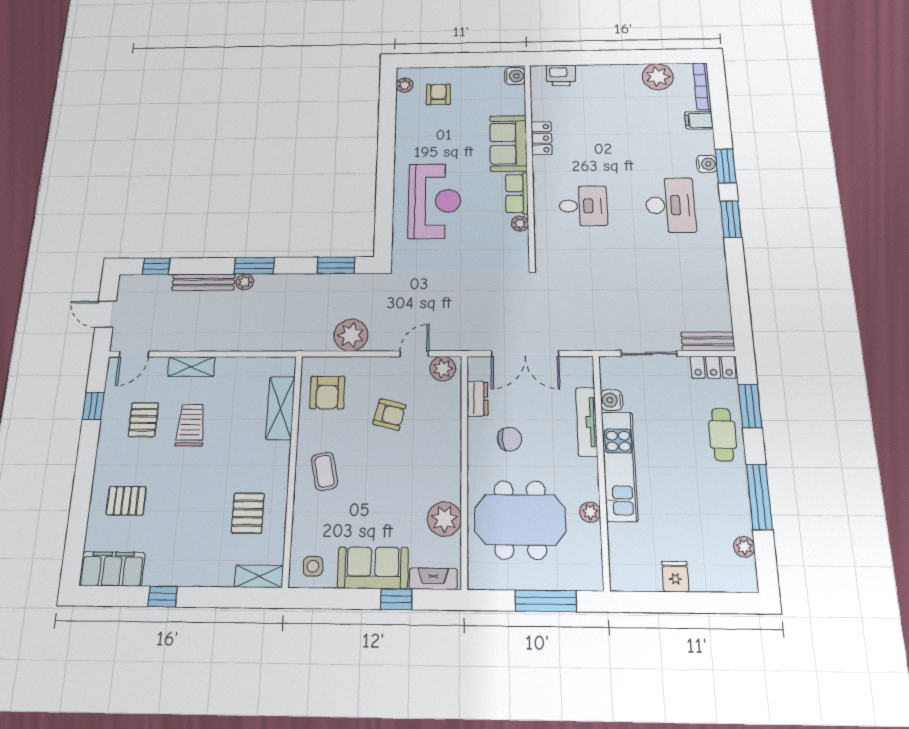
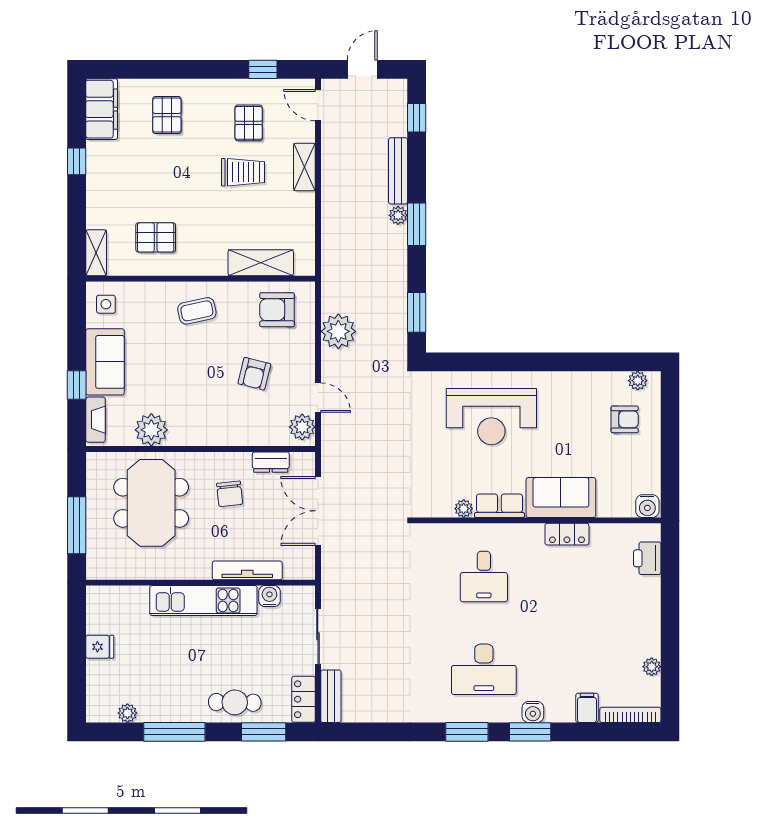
plant: (658, 77) -> (652, 667), width x0.53, depth x0.53
pallet: (143, 420) -> (249, 123), turned 90
plant: (590, 512) -> (159, 570), removed

